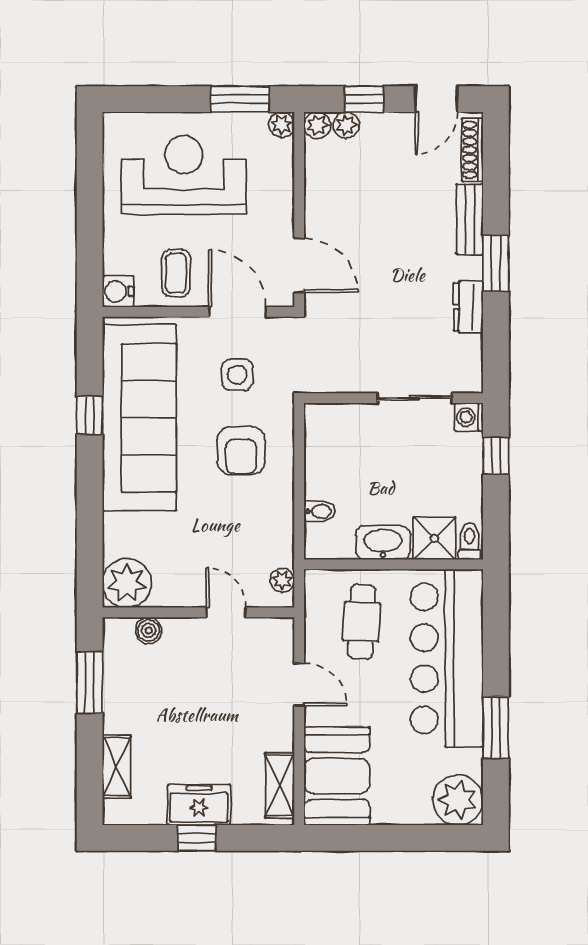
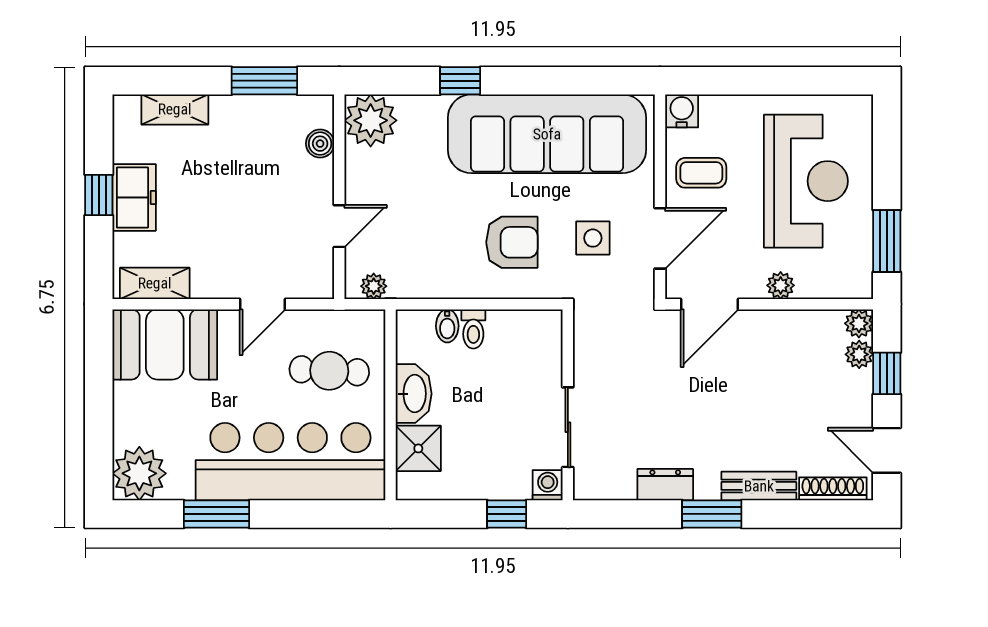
plant: (282, 125) -> (781, 285), moved
window: (90, 415) -> (460, 81), moved
armchair: (241, 451) -> (512, 242), turned 180
toilet: (470, 541) -> (473, 329), moved, turned 90

